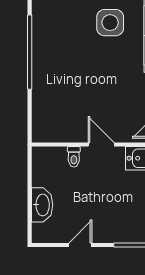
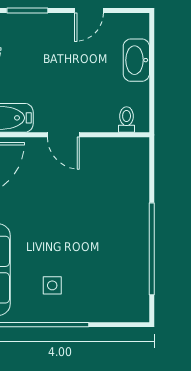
side table: (110, 23) -> (52, 285), width x0.54, depth x0.54
toilet: (74, 157) -> (127, 120), moved

